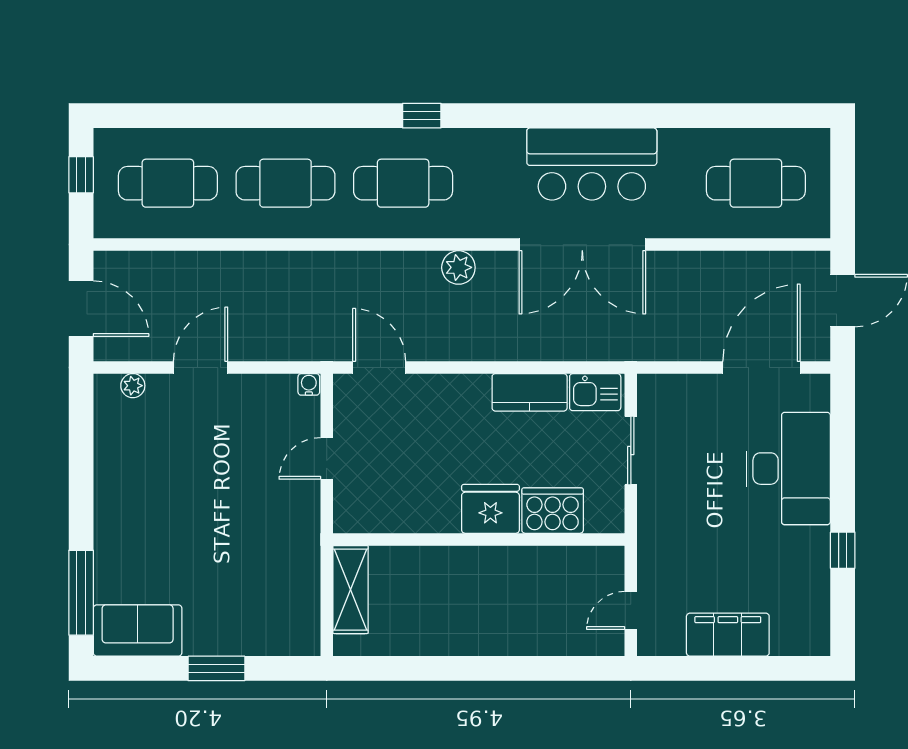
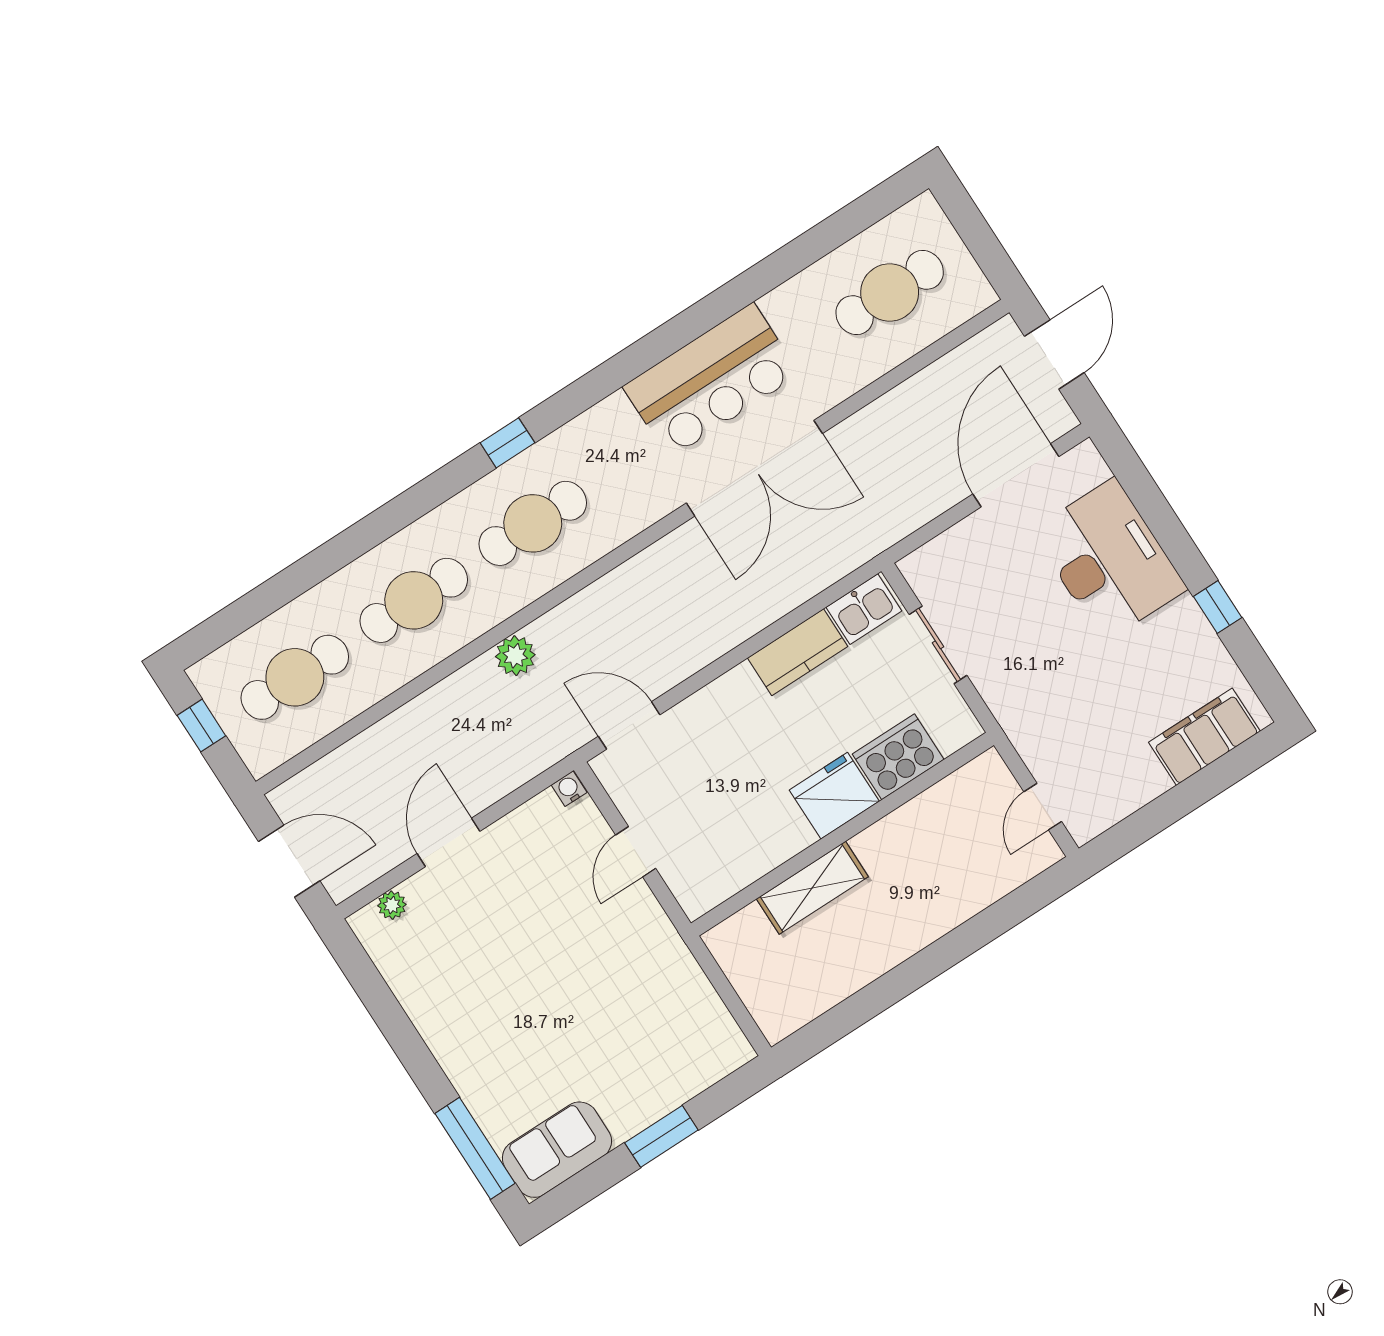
plant: (458, 267) -> (515, 656), moved
shelving: (350, 590) -> (812, 888), moved, turned 90
filing cabinet: (728, 635) -> (1204, 737), moved

